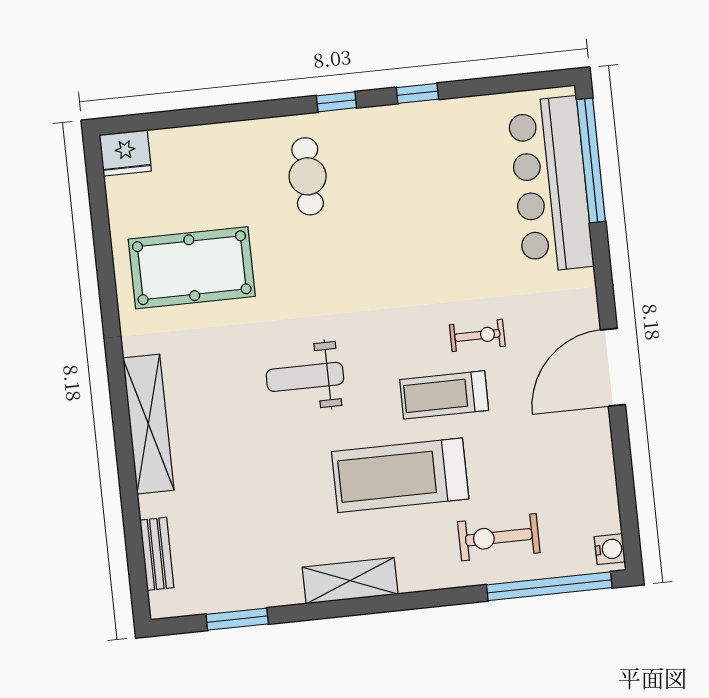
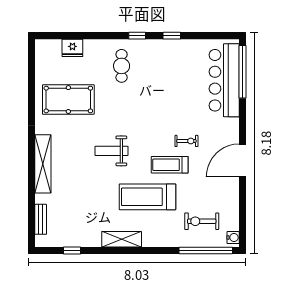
fridge: (125, 153) -> (72, 48), moved
exercise bike: (499, 537) -> (202, 221), moved
window: (237, 619) -> (72, 251), width x0.67

